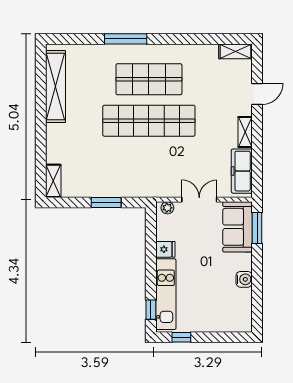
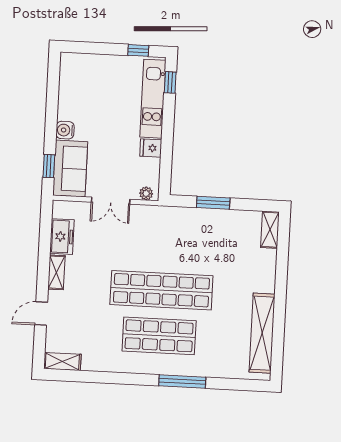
freezer: (242, 171) -> (62, 237), width x0.71
window: (257, 228) -> (49, 166), width x0.67
water cooler: (244, 279) -> (65, 130), moved

